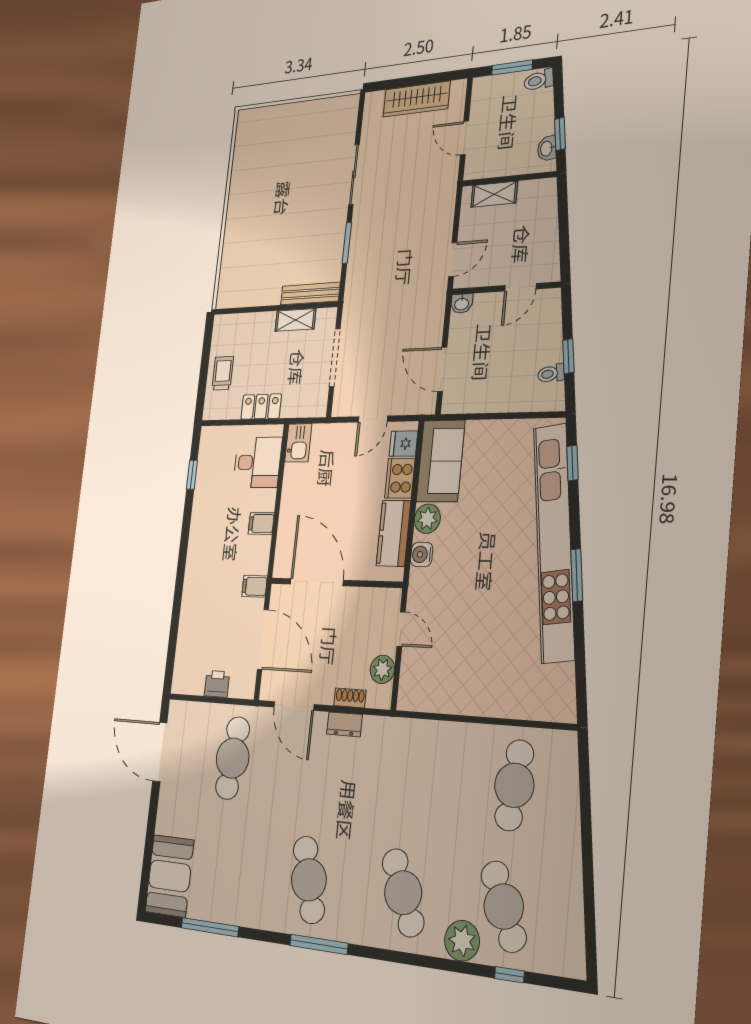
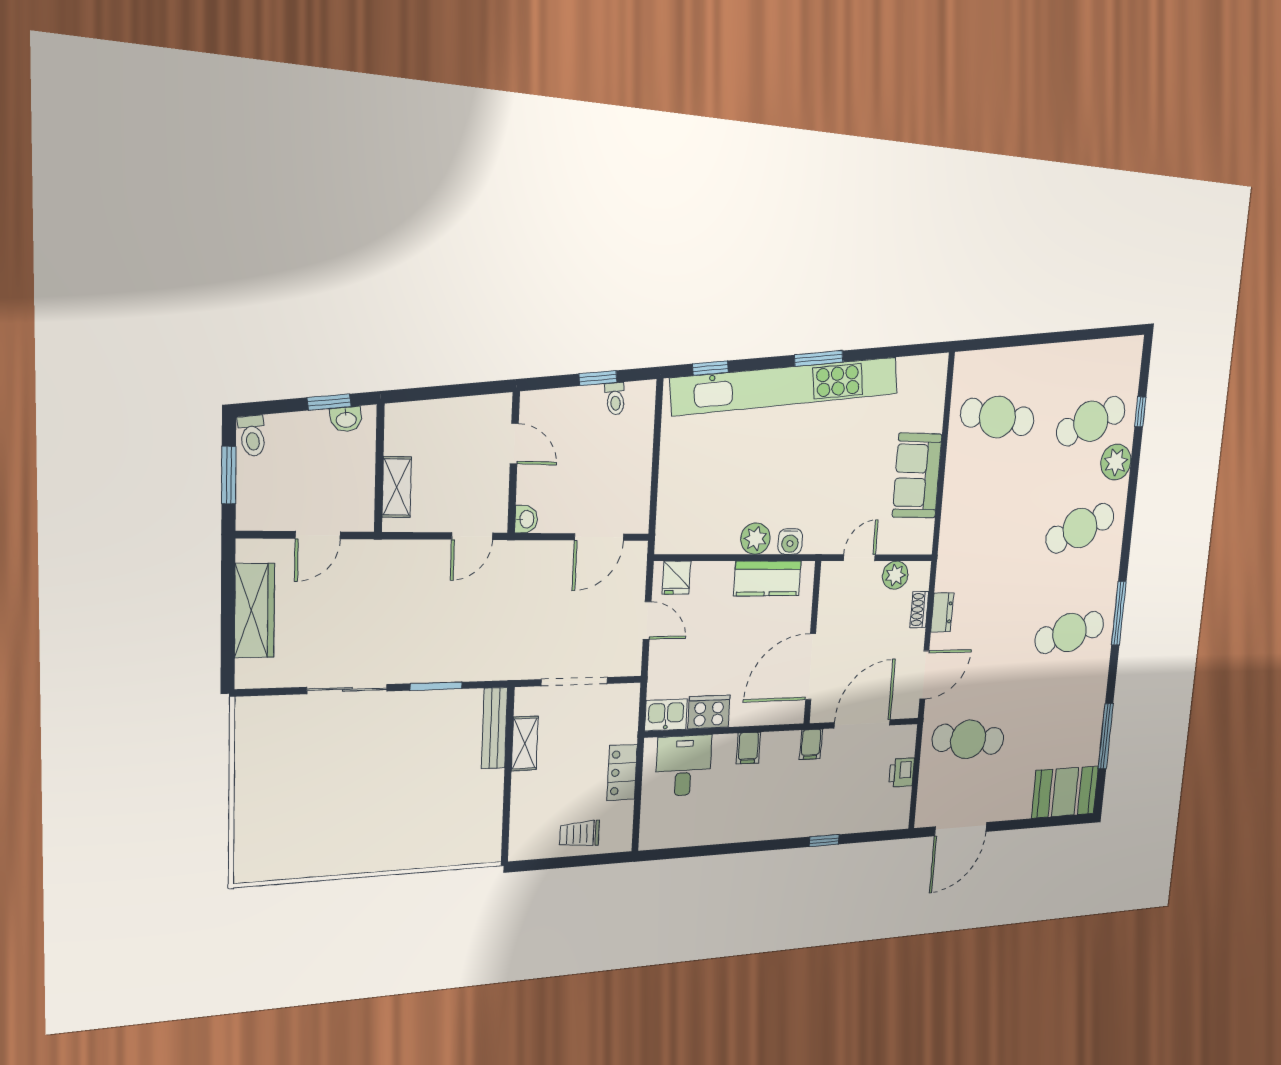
door: (453, 259) -> (472, 536), swing flipped
sofa: (441, 461) -> (917, 476), moved, turned -90
window: (192, 475) -> (824, 841), moved
cooker: (400, 478) -> (709, 712), moved, turned 180

